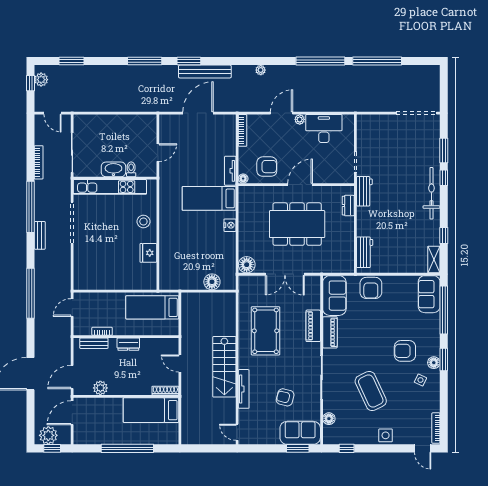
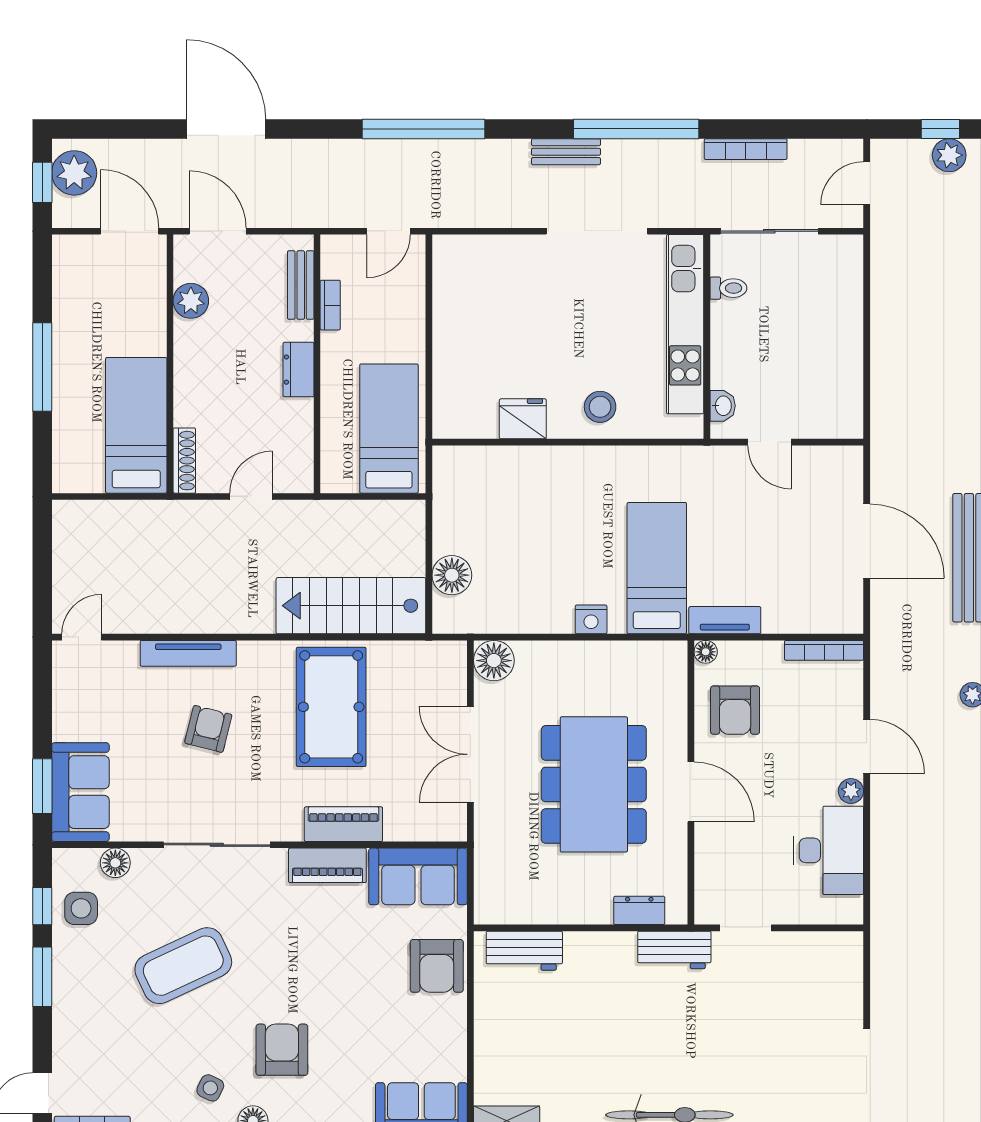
washbasin: (113, 169) -> (723, 406), moved, width x0.52, depth x0.69
toilet: (131, 169) -> (728, 288), moved
armchair: (371, 288) -> (437, 966), turned -90
door: (72, 308) -> (388, 231), swing flipped
pool table: (265, 331) -> (331, 707), turned 90
stairs: (224, 367) -> (351, 606), moved
armchair: (285, 397) -> (208, 729), moved
side table: (386, 435) -> (81, 908), moved
window: (127, 448) -> (42, 367), width x0.68
window: (375, 448) -> (42, 977), added

